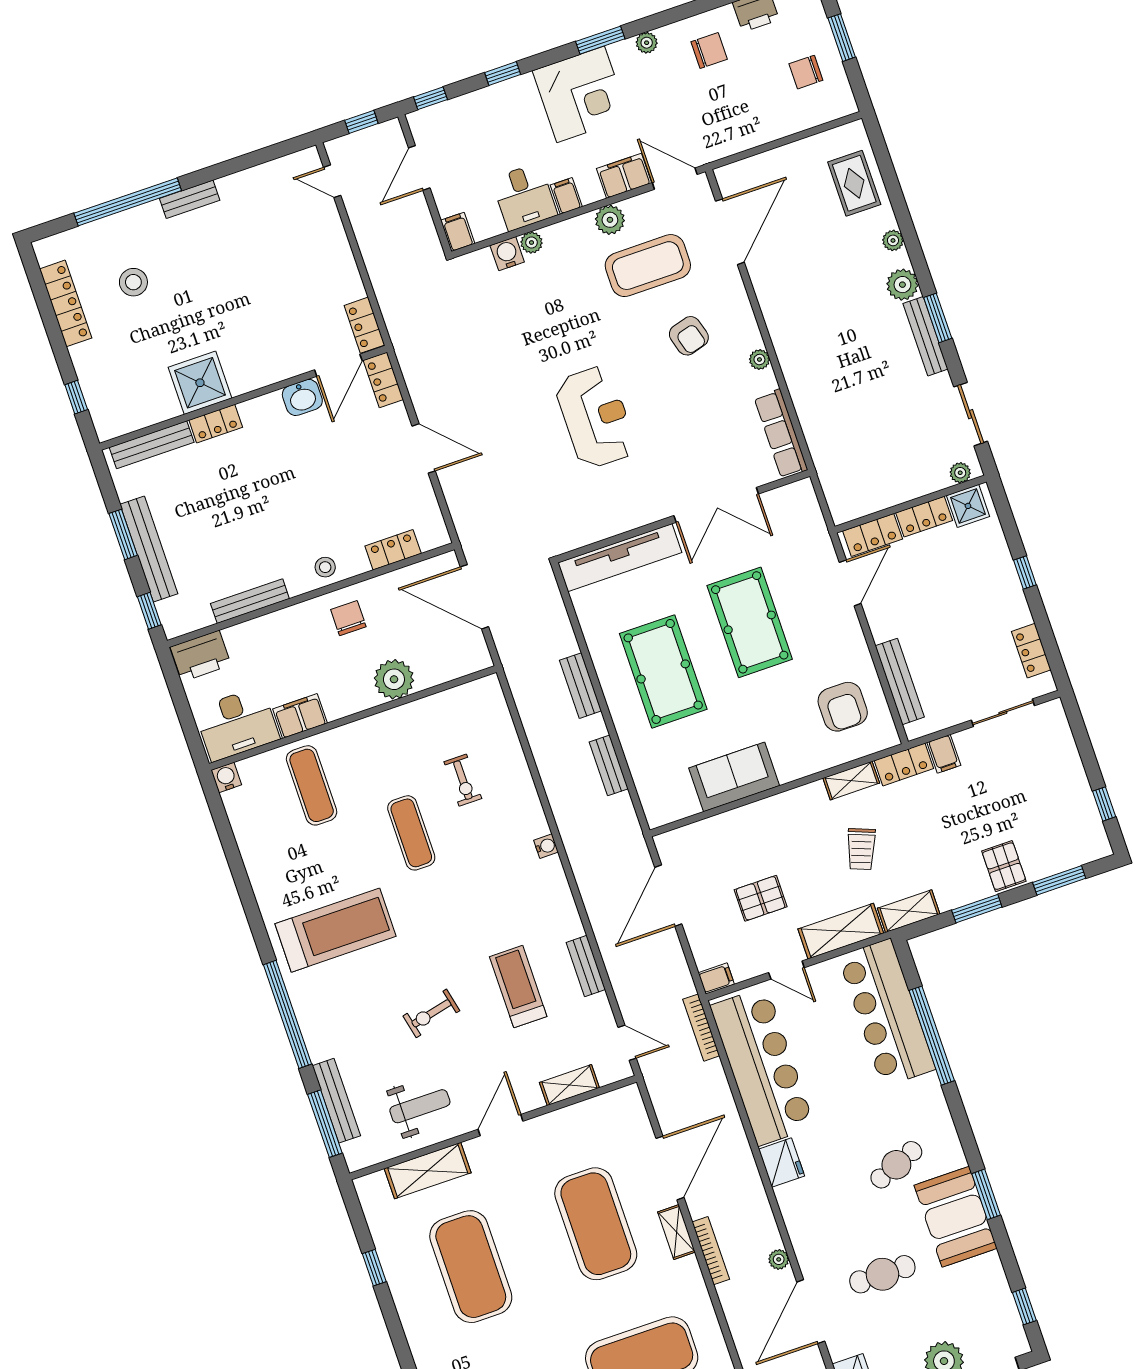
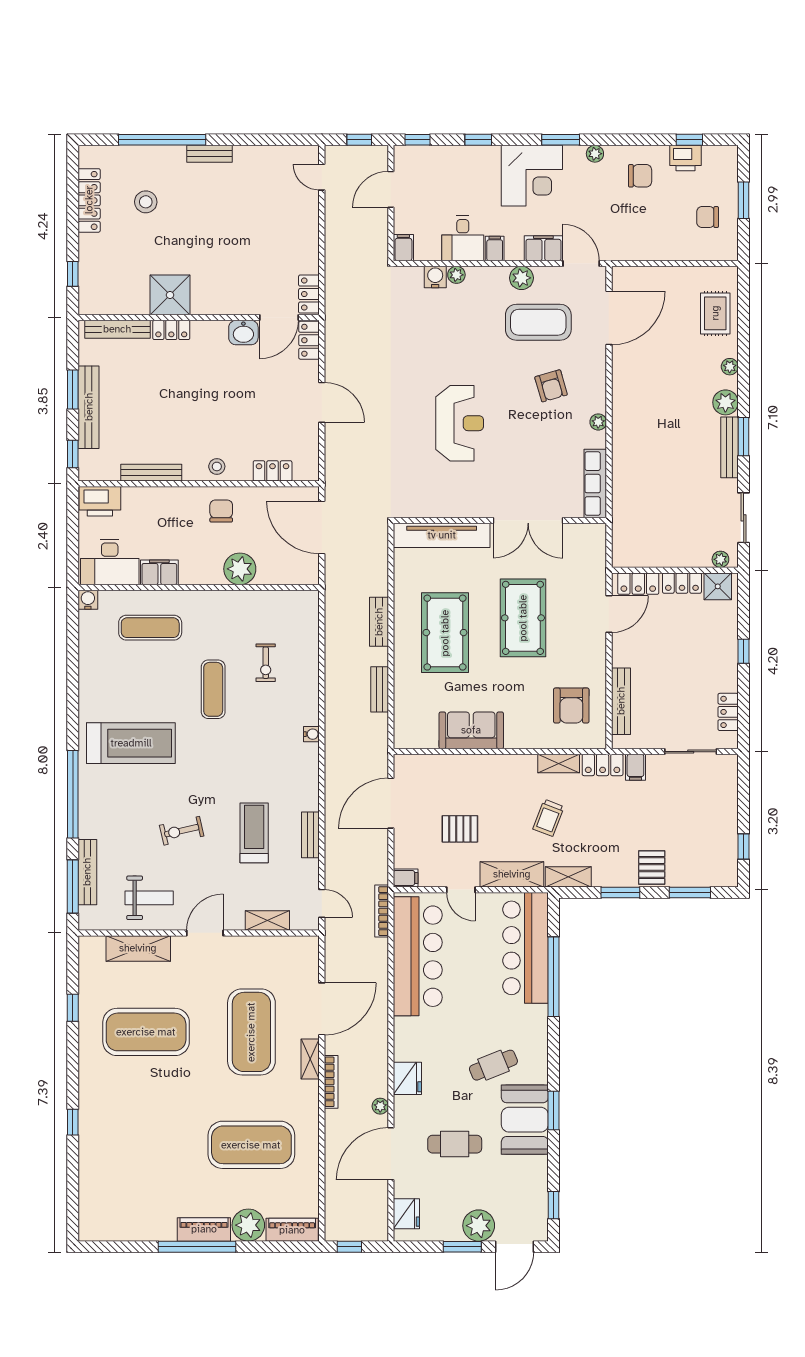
exercise mat: (312, 785) -> (150, 628), turned 90
fridge: (782, 1163) -> (407, 1078), moved
exercise mat: (471, 1267) -> (146, 1032), turned 90

